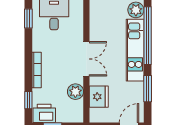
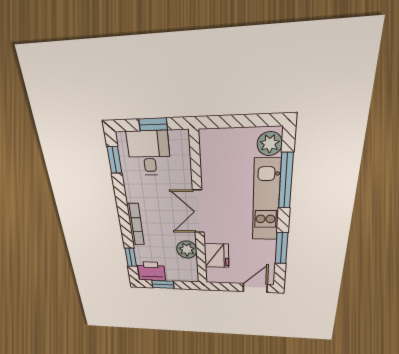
window: (148, 36) -> (286, 181), width x0.68
double door: (86, 59) -> (198, 212), swing flipped

